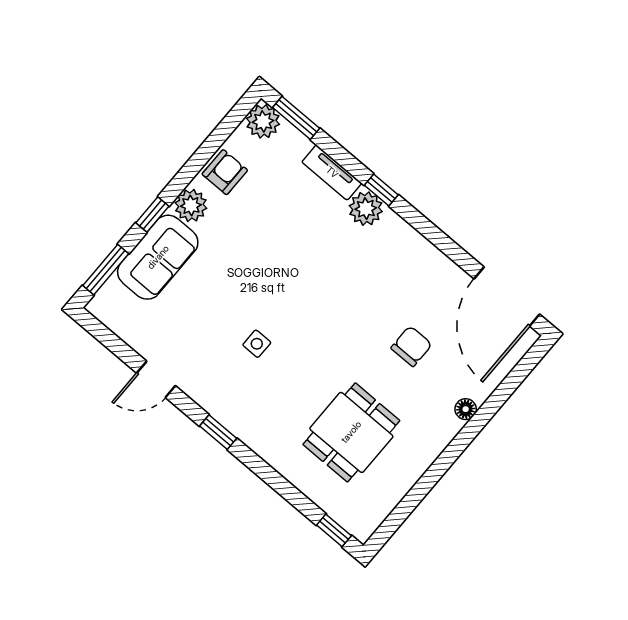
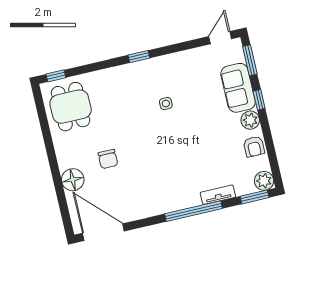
window: (381, 190) -> (193, 211), width x3.17
plant: (366, 209) -> (190, 198), removed
chair: (411, 346) -> (108, 159), moved
door: (156, 379) -> (220, 38), moved
floor lamp: (466, 409) -> (73, 180), width x1.89, depth x1.89
dining table: (351, 432) -> (71, 107), moved

